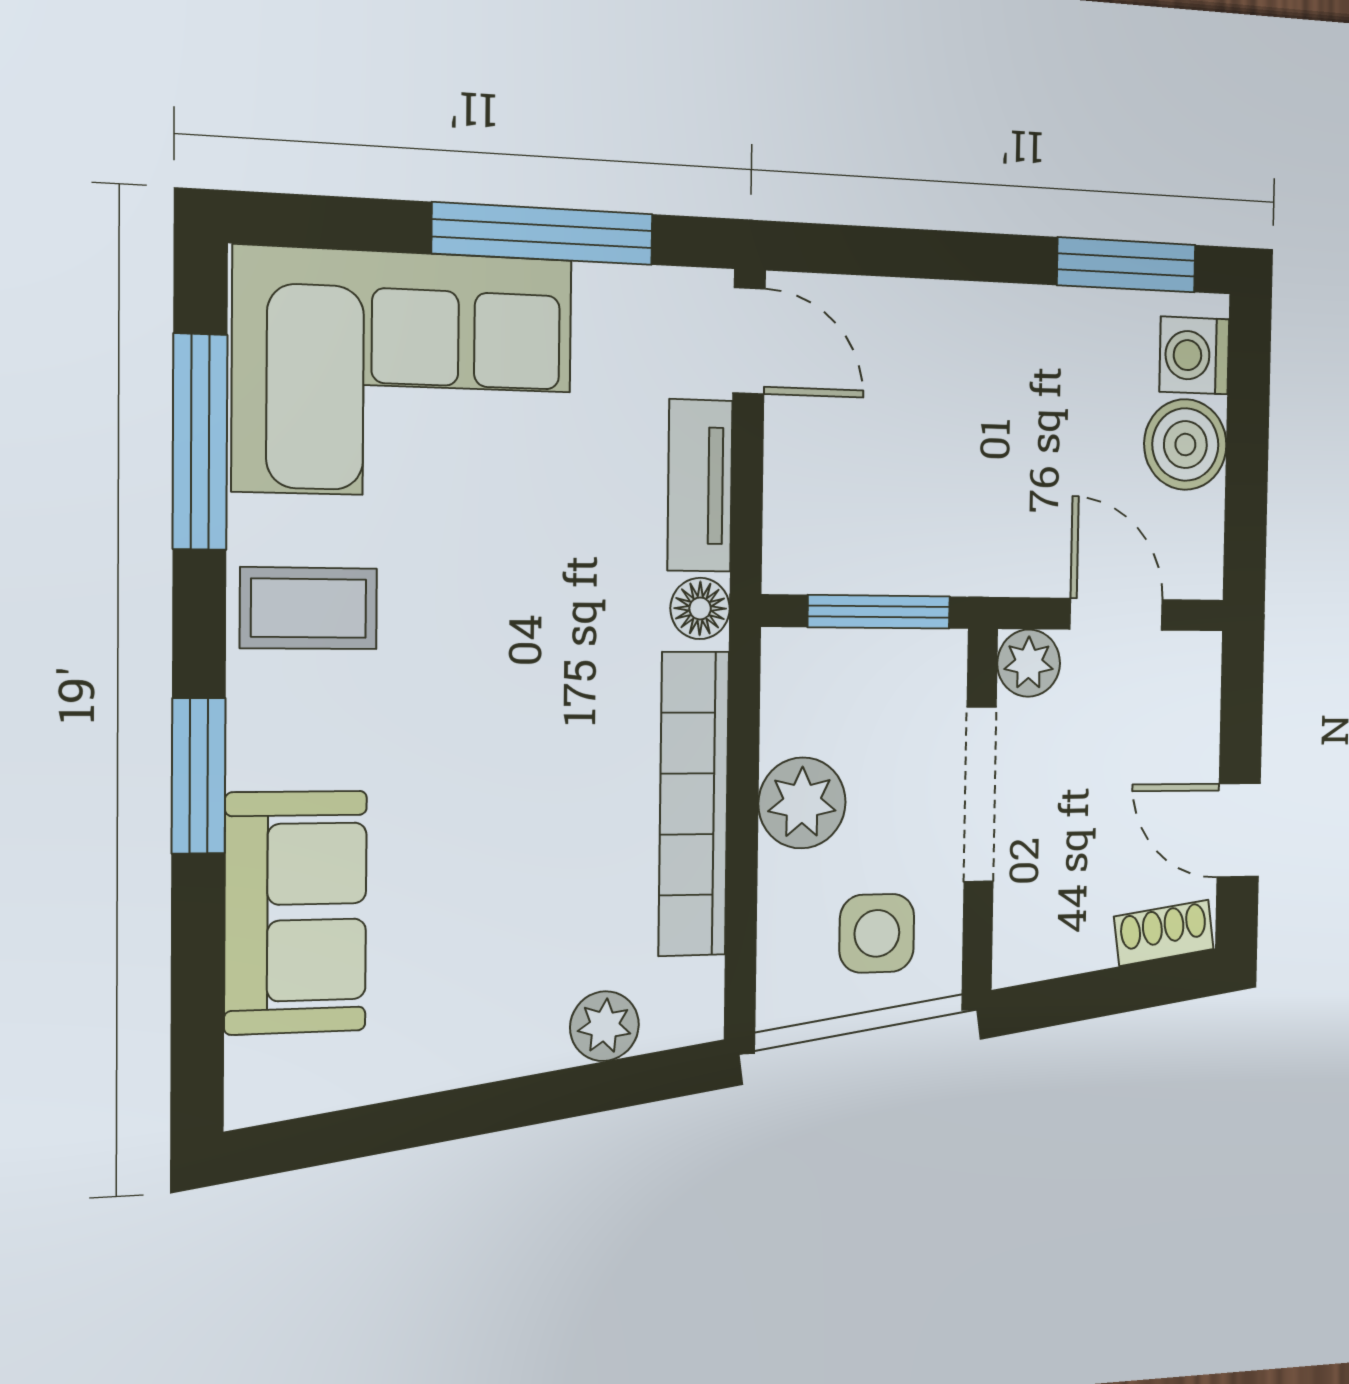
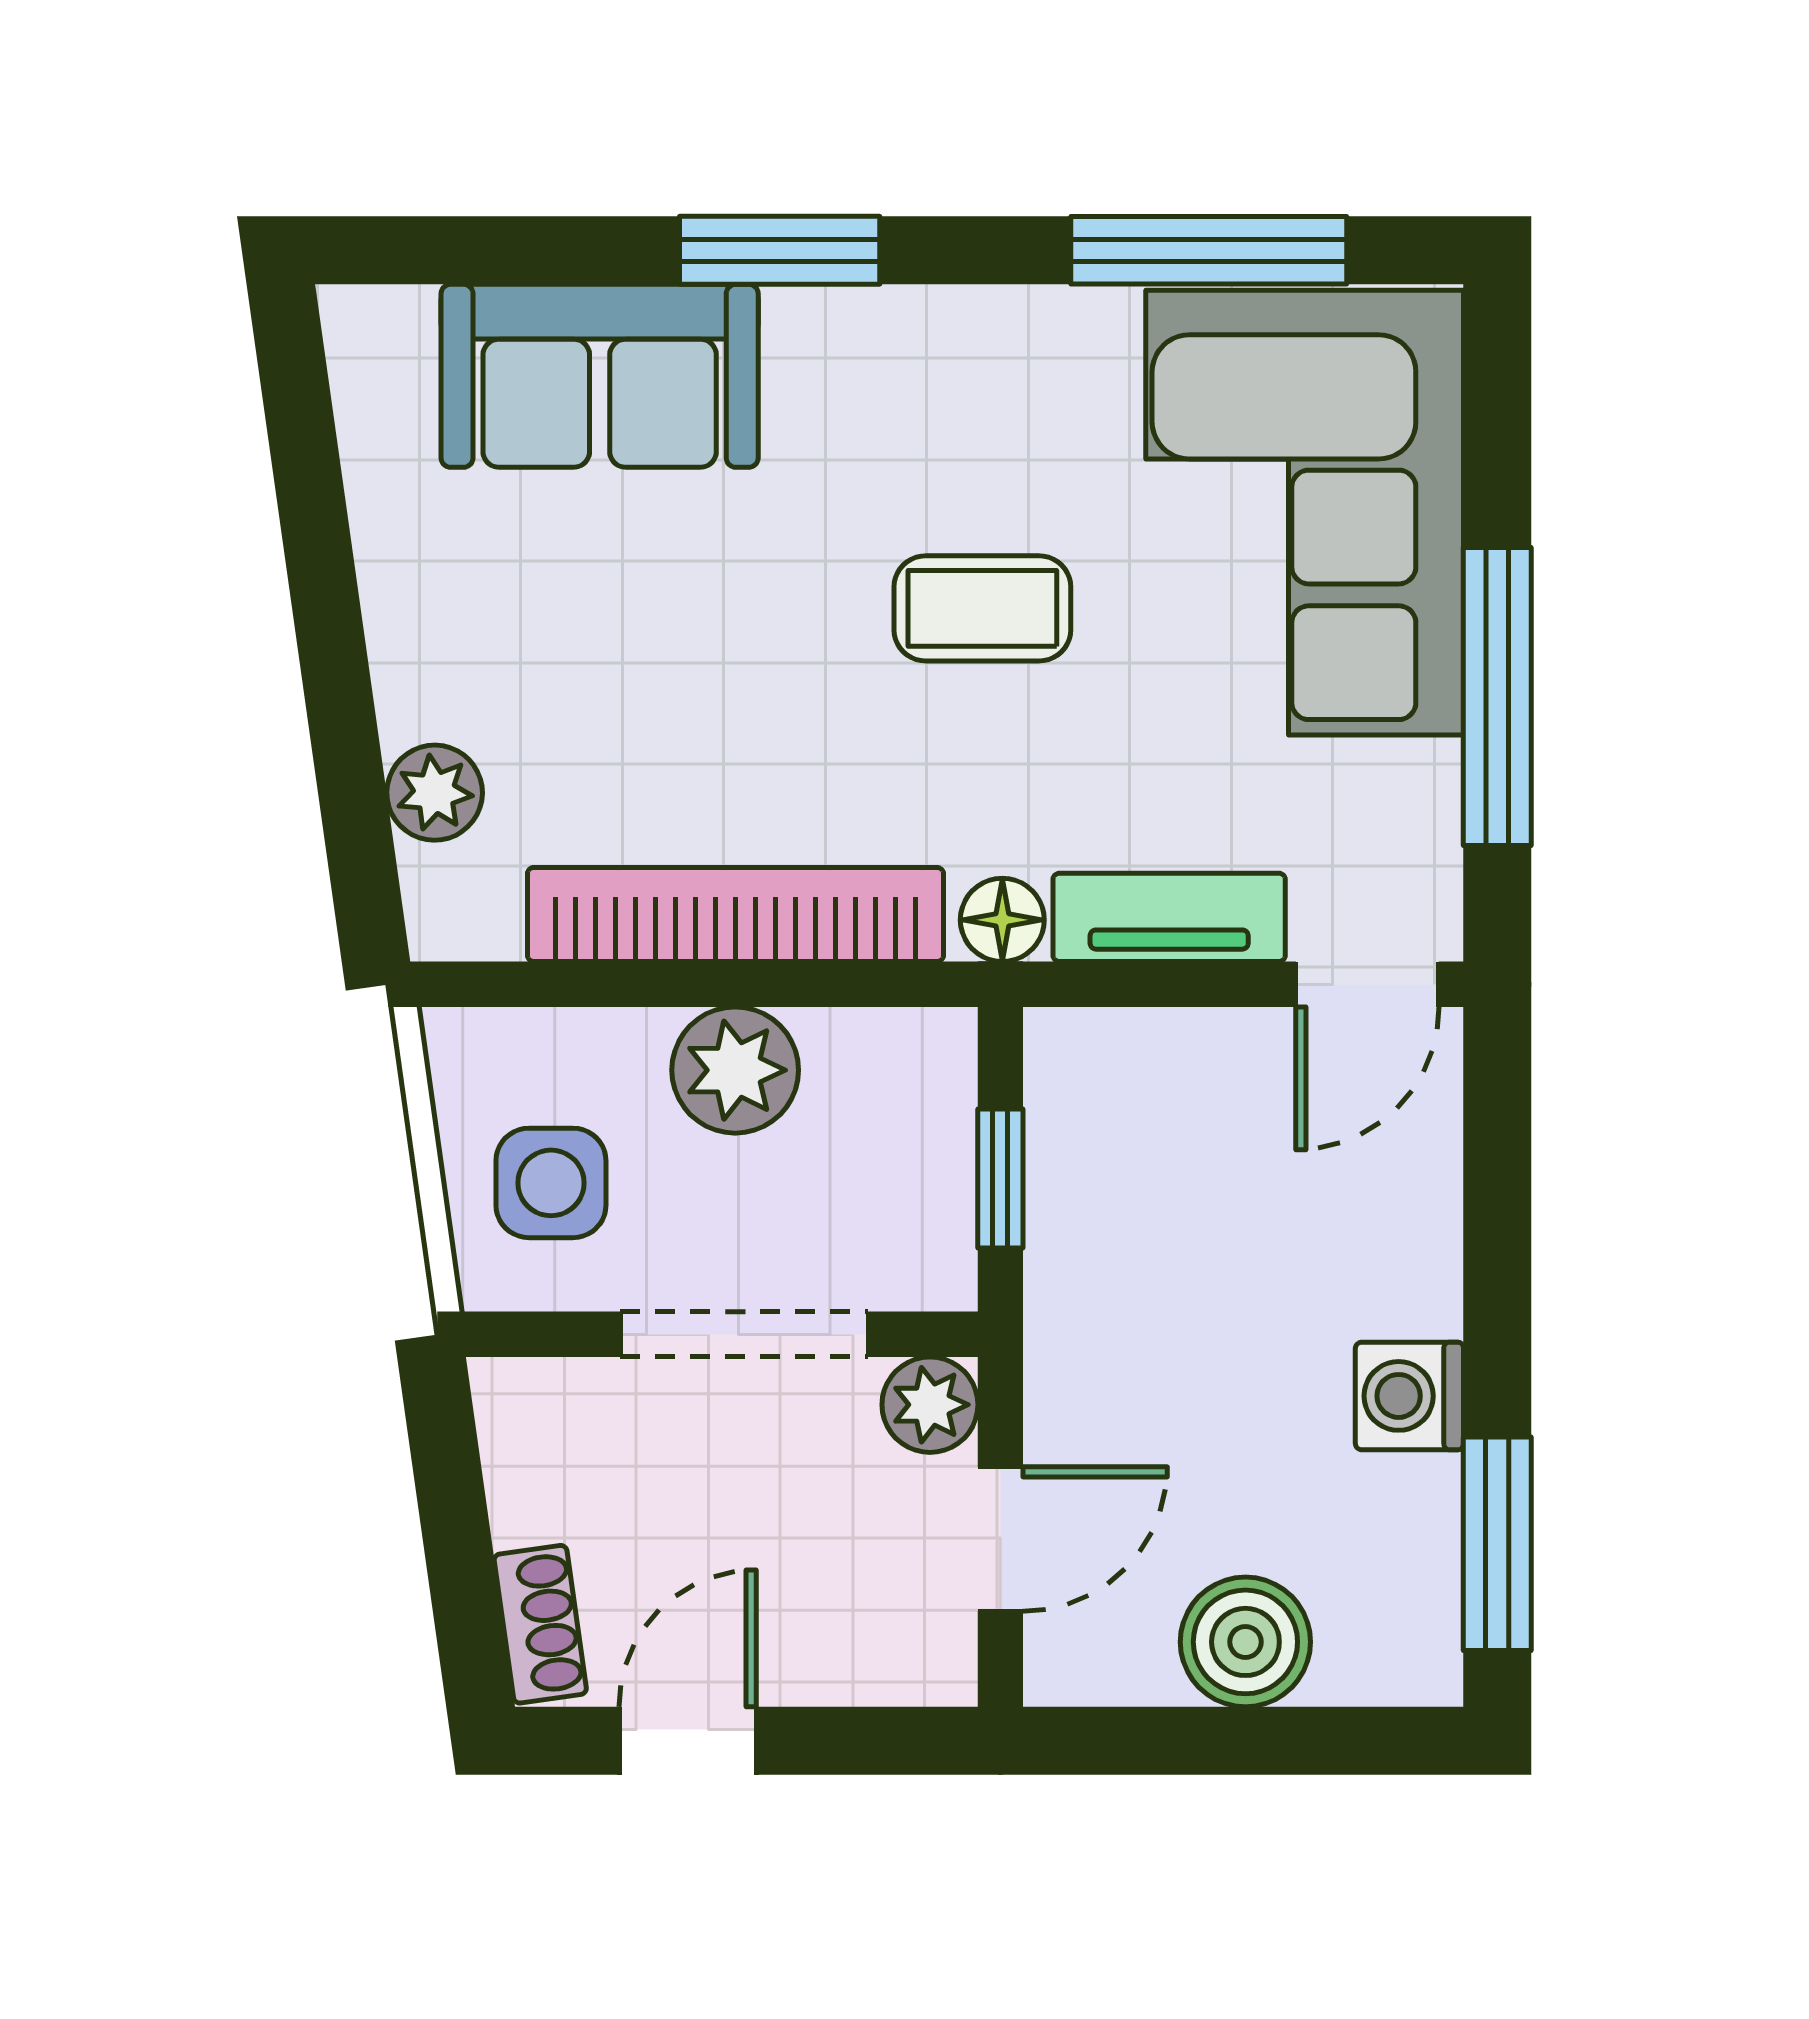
washing machine: (1194, 355) -> (1409, 1396), moved, turned -90
coffee table: (309, 608) -> (982, 608), moved, turned 90
window: (879, 612) -> (1000, 1179), width x0.67

